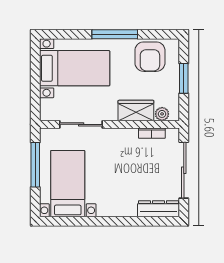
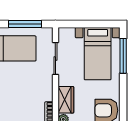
window: (115, 34) -> (123, 56), moved

